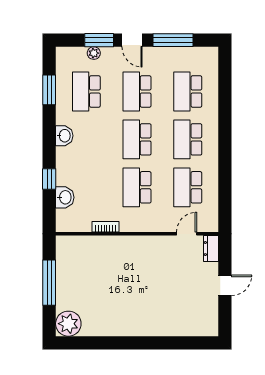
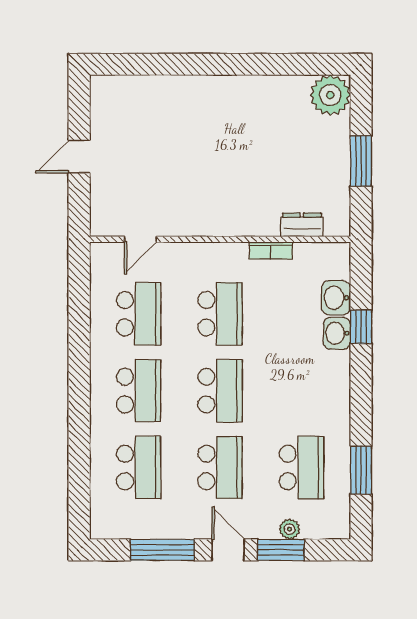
washbasin: (64, 136) -> (337, 333), moved
dresser: (211, 249) -> (302, 225), moved, turned -90
window: (49, 283) -> (361, 161), width x0.69

